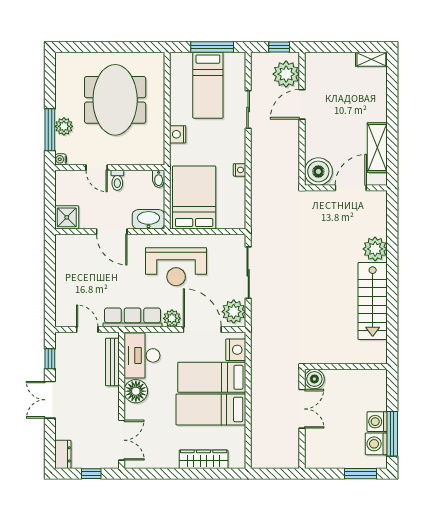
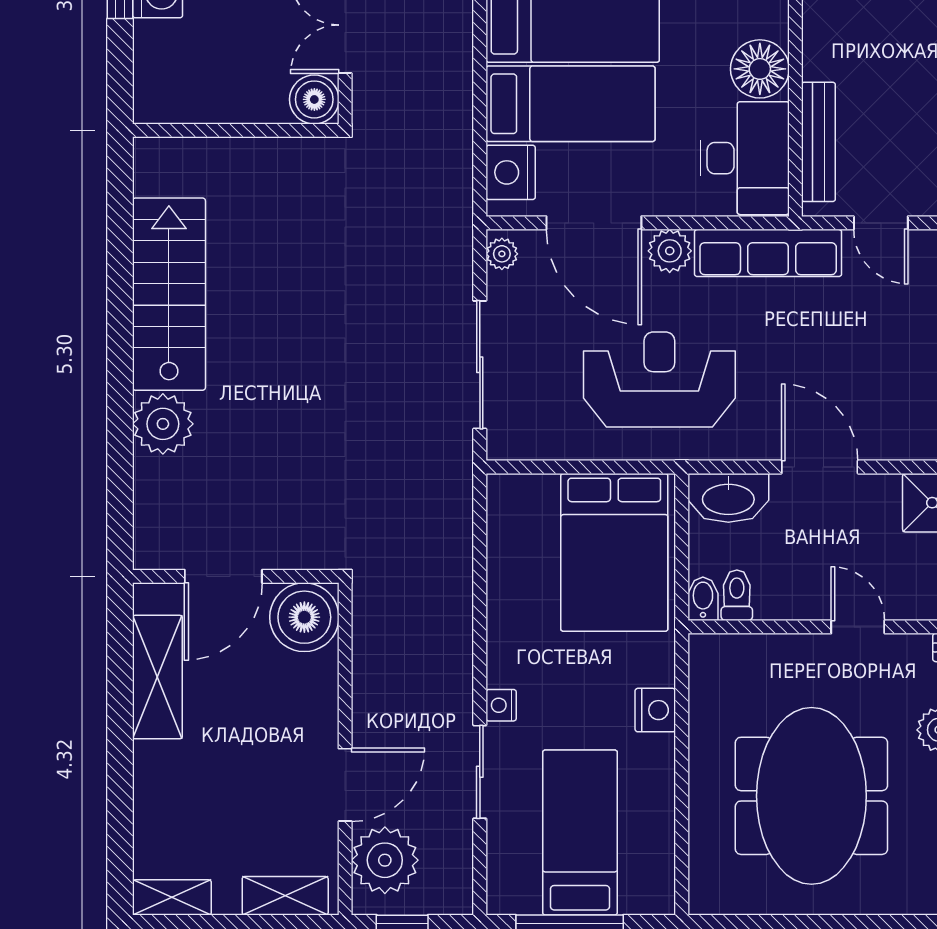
shelving: (326, 60) -> (285, 896), added
nightstand: (239, 170) -> (501, 705), moved
toilet: (117, 180) -> (737, 595), moved
plant: (234, 312) -> (502, 254), width x0.53, depth x0.53

